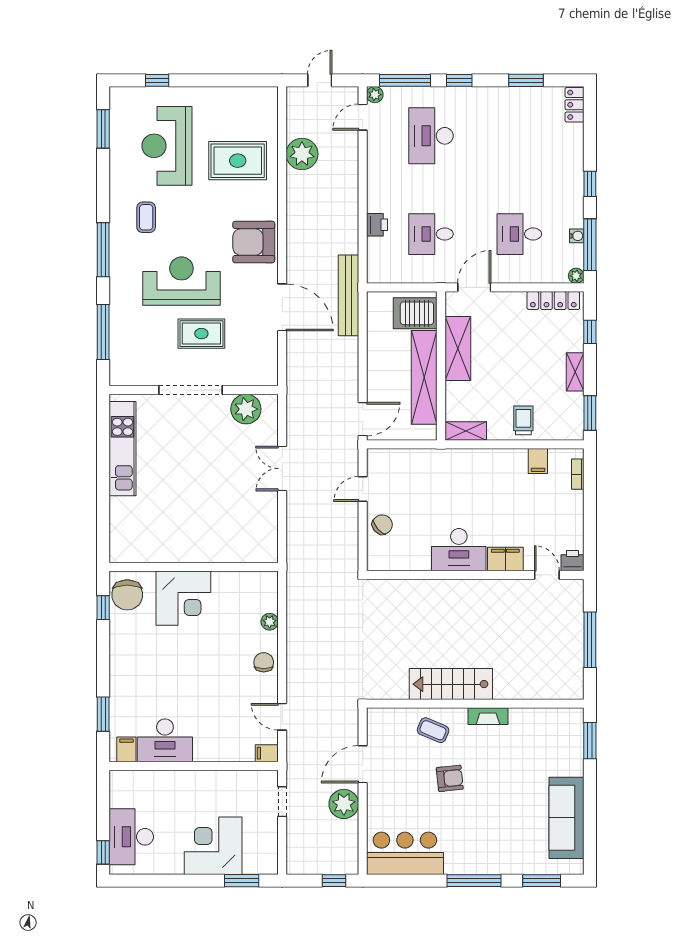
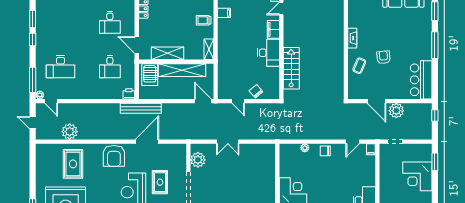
window: (459, 80) -> (33, 39), moved
printer: (377, 225) -> (129, 94), moved
stairs: (451, 684) -> (291, 68), moved, turned 180

